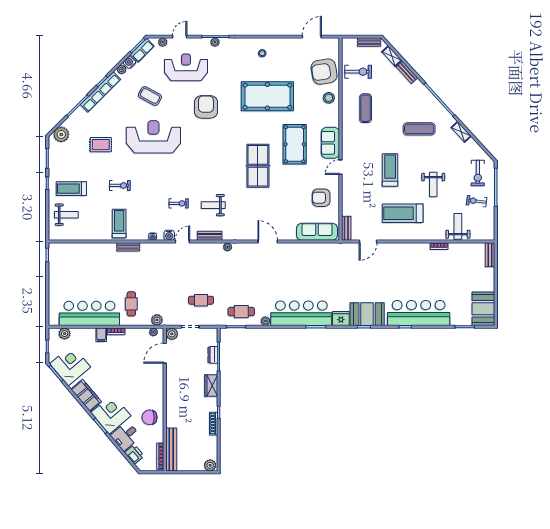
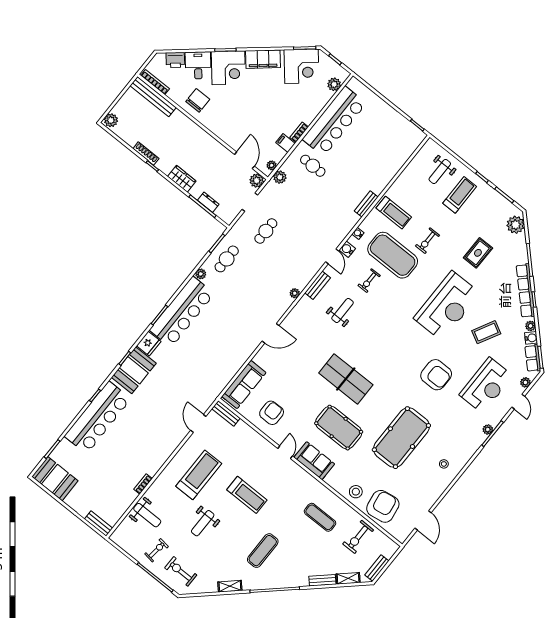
weight bench: (433, 184) -> (203, 523), turned -90
exercise mat: (149, 201) -> (393, 255), added
filing cabinet: (101, 335) -> (285, 143), moved

